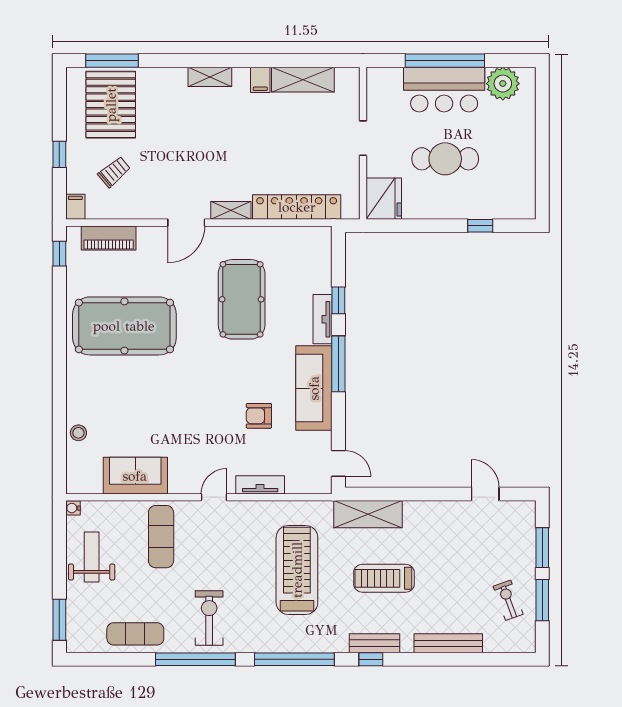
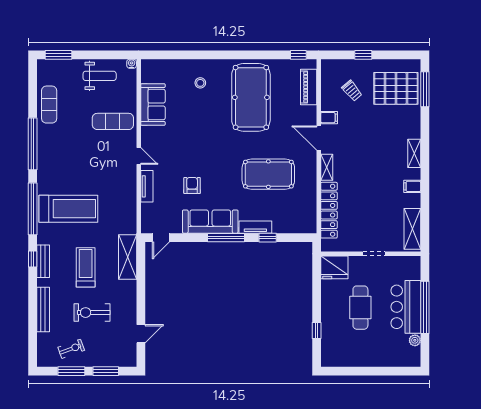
shelving: (303, 80) -> (412, 229), moved
plant: (503, 84) -> (415, 340), width x0.53, depth x0.53
filing cabinet: (75, 207) -> (329, 118), moved
stool: (78, 433) -> (200, 83), moved
treadmill: (297, 570) -> (68, 209), moved
exercise bike: (209, 618) -> (92, 313), moved, turned 180

